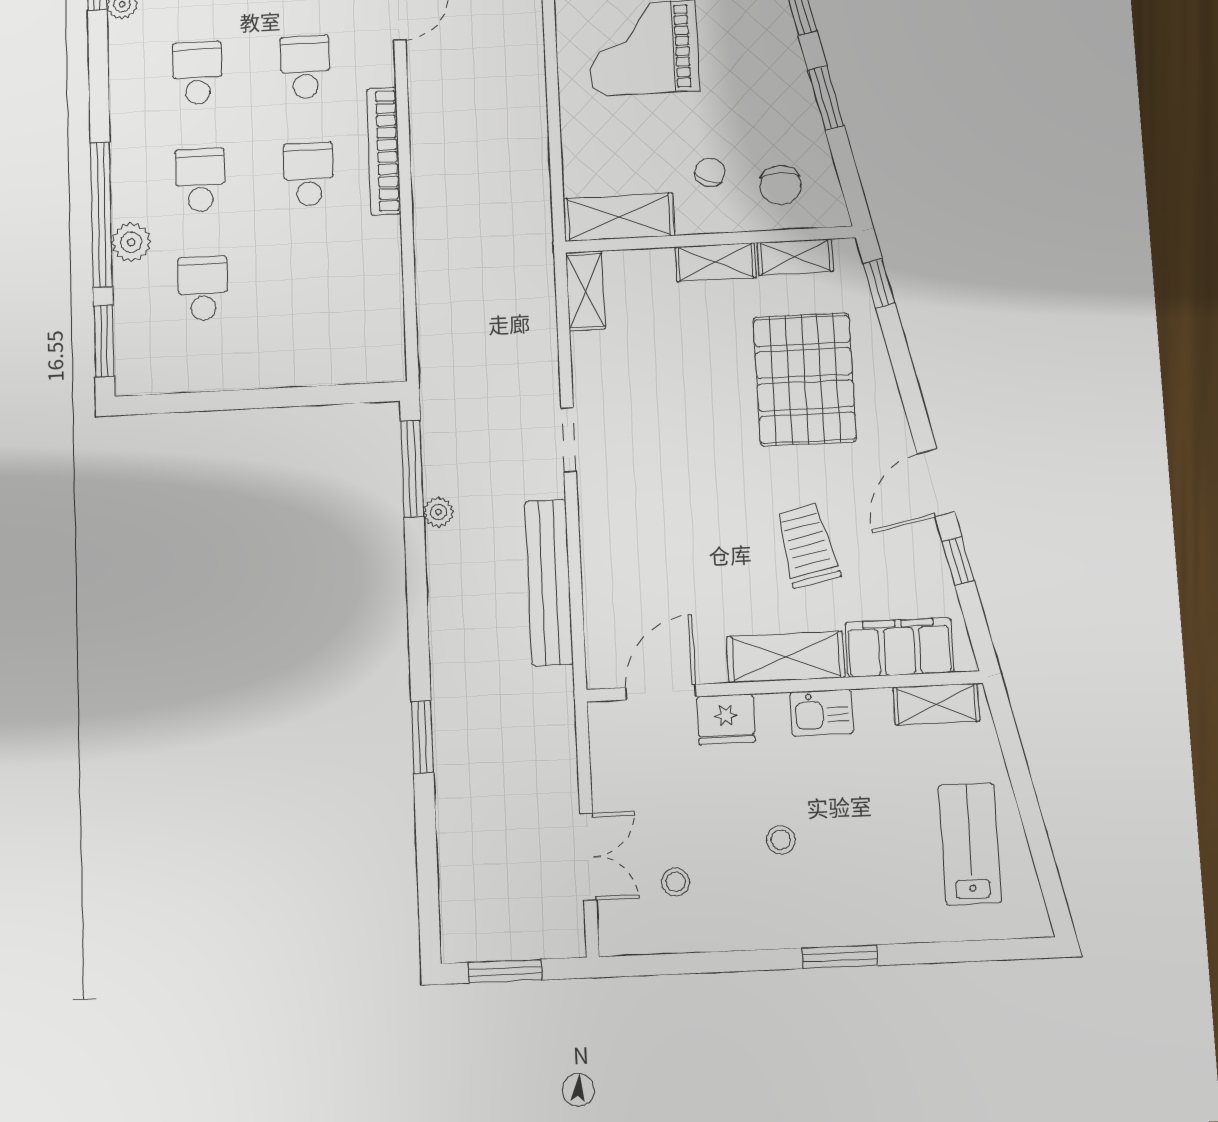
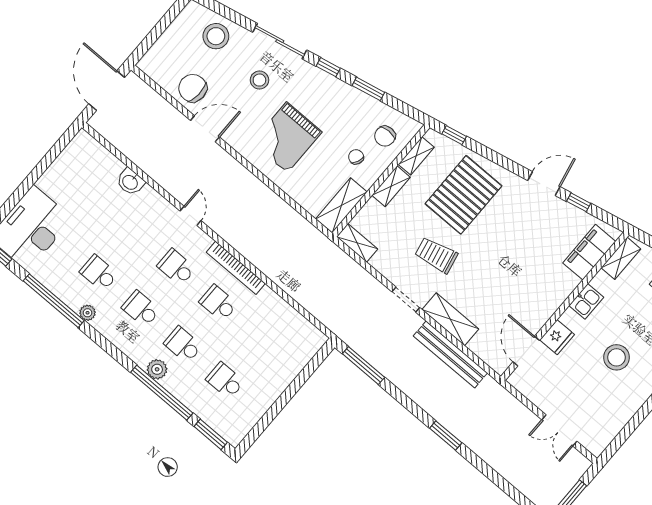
chair: (781, 185) -> (385, 136), turned 90
plant: (131, 242) -> (157, 369), moved
pallet: (805, 379) -> (463, 195), turned 90
door: (936, 483) -> (544, 184), swing flipped
plant: (438, 512) -> (388, 371), removed
trolley: (807, 546) -> (436, 255), moved
shelving: (786, 657) -> (450, 319), moved, turned 90
window: (422, 737) -> (446, 435), moved
stool: (781, 840) -> (616, 357), width x1.89, depth x1.89
double door: (588, 857) -> (559, 430), swing flipped
stool: (676, 882) -> (597, 408), removed

